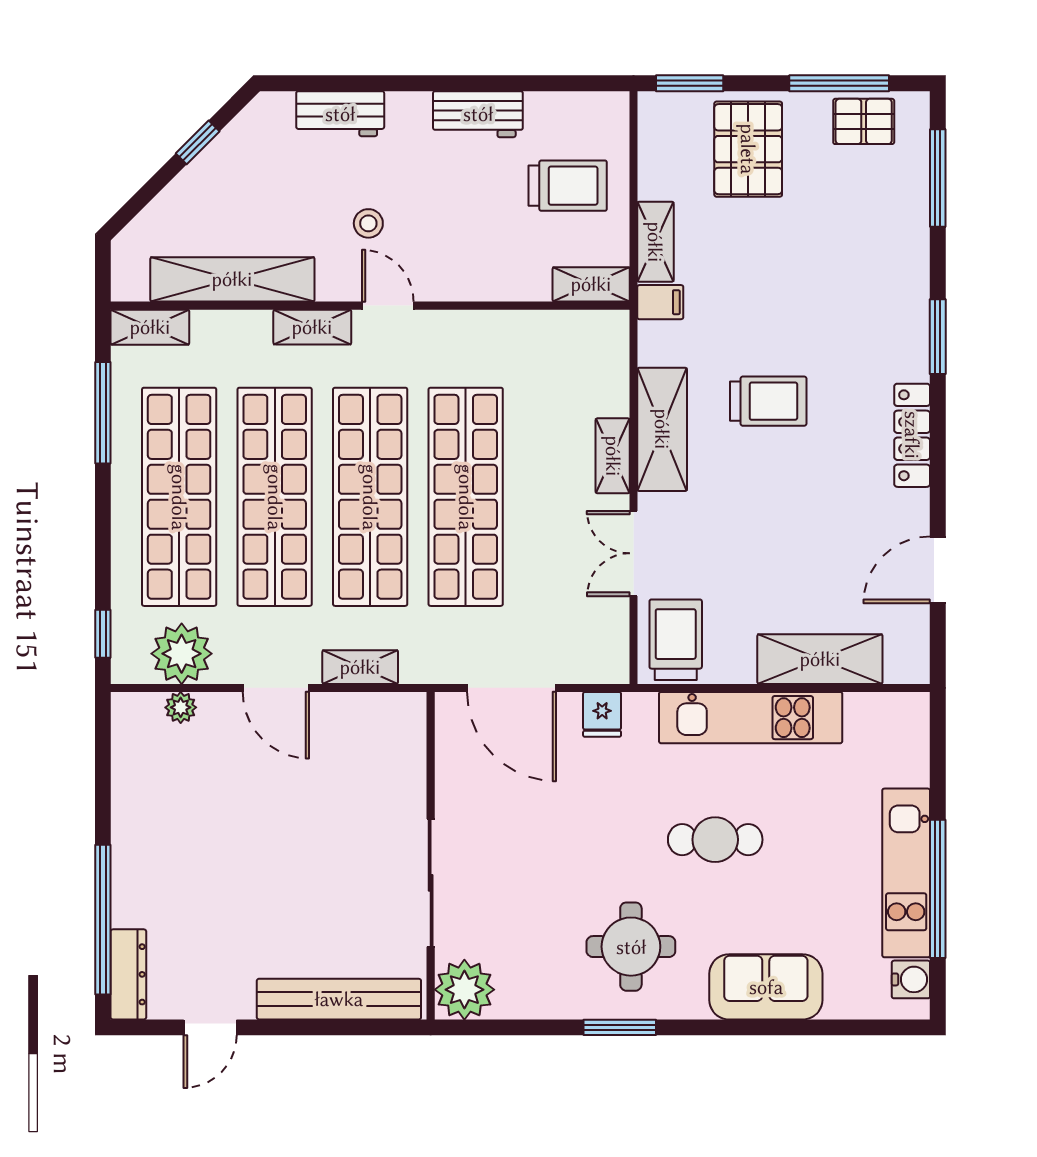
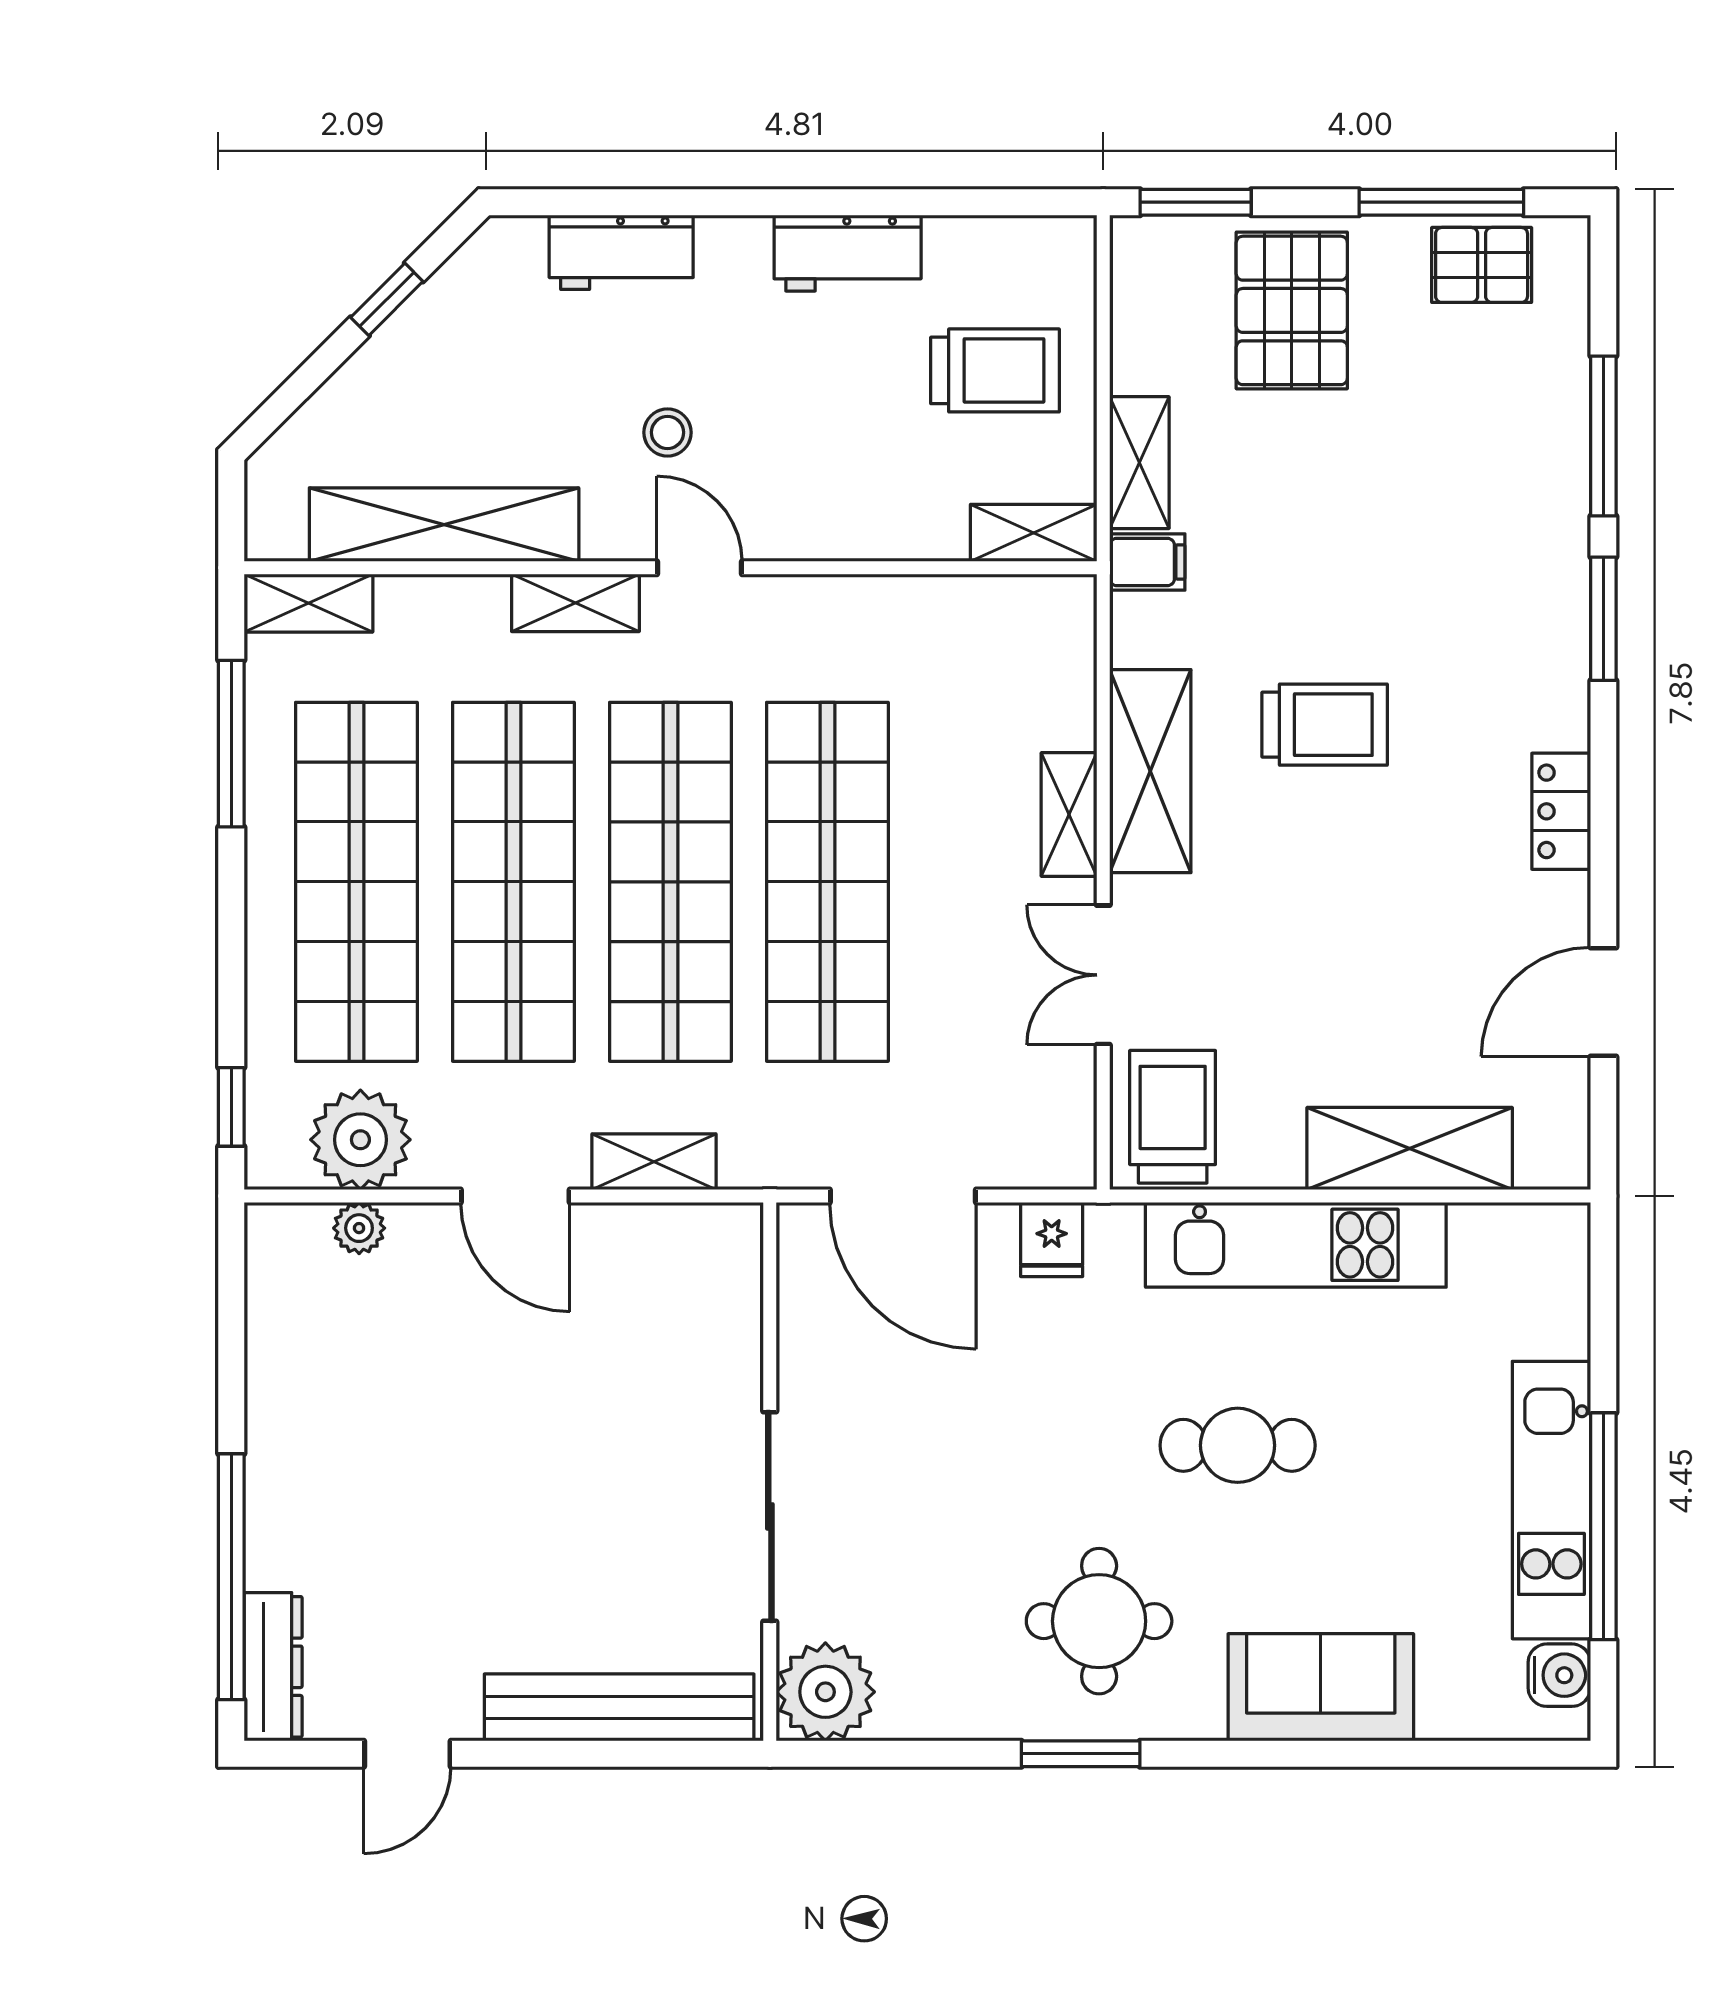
window: (938, 178) -> (1603, 436), moved
locker: (912, 435) -> (1561, 811), width x0.66

